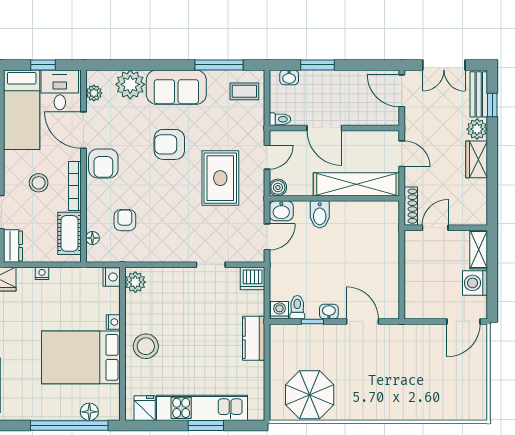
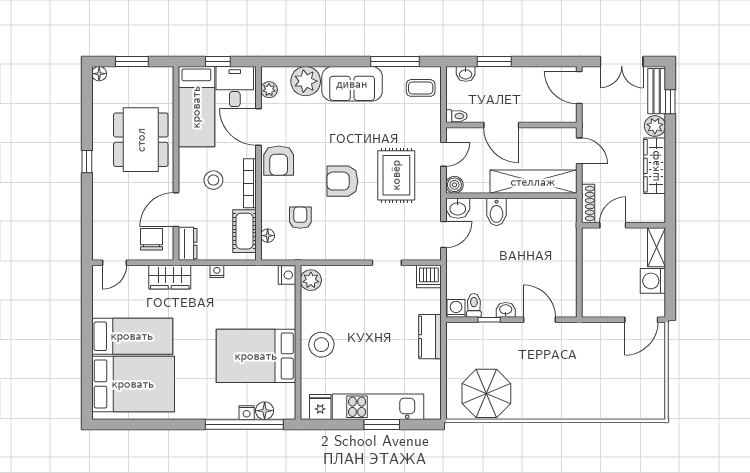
armchair: (169, 144) -> (342, 181), moved
wardrobe: (477, 159) -> (655, 166), width x1.50
nightstand: (113, 322) -> (247, 413), moved, turned 90

